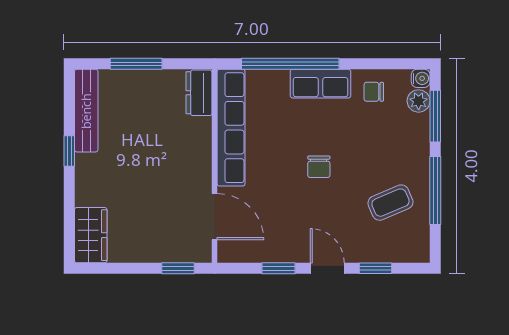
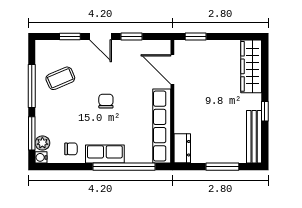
wardrobe: (91, 235) -> (251, 66), width x1.50

